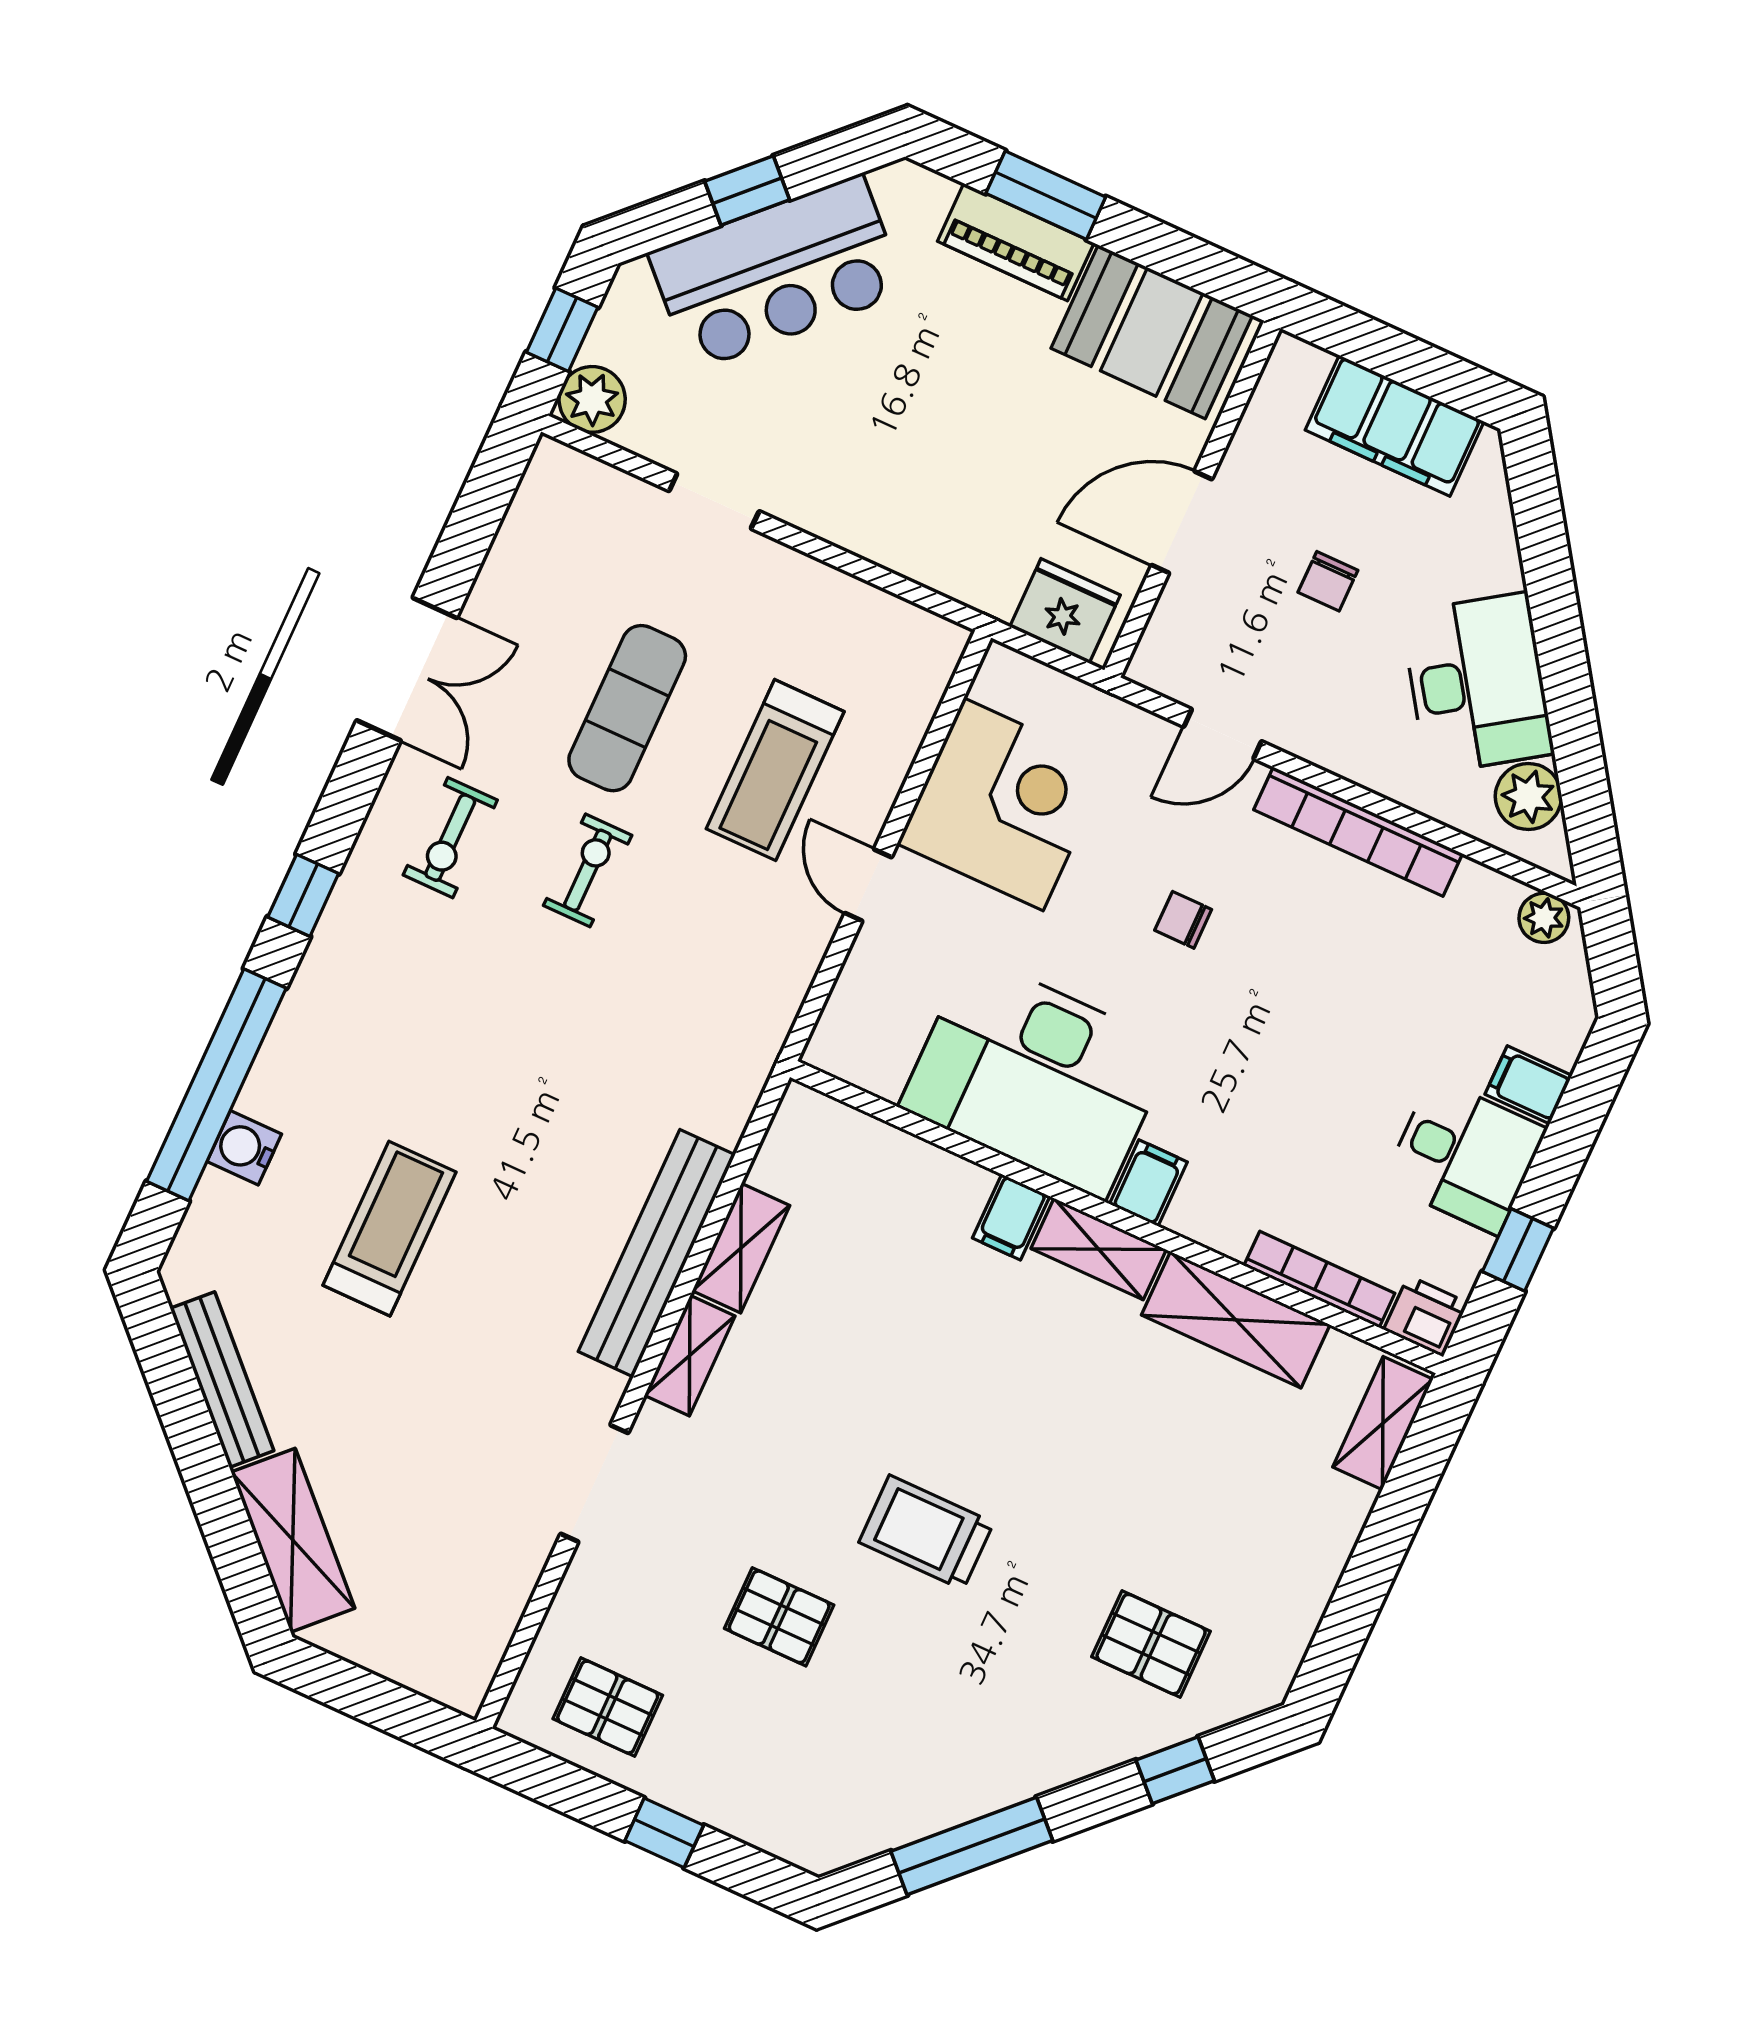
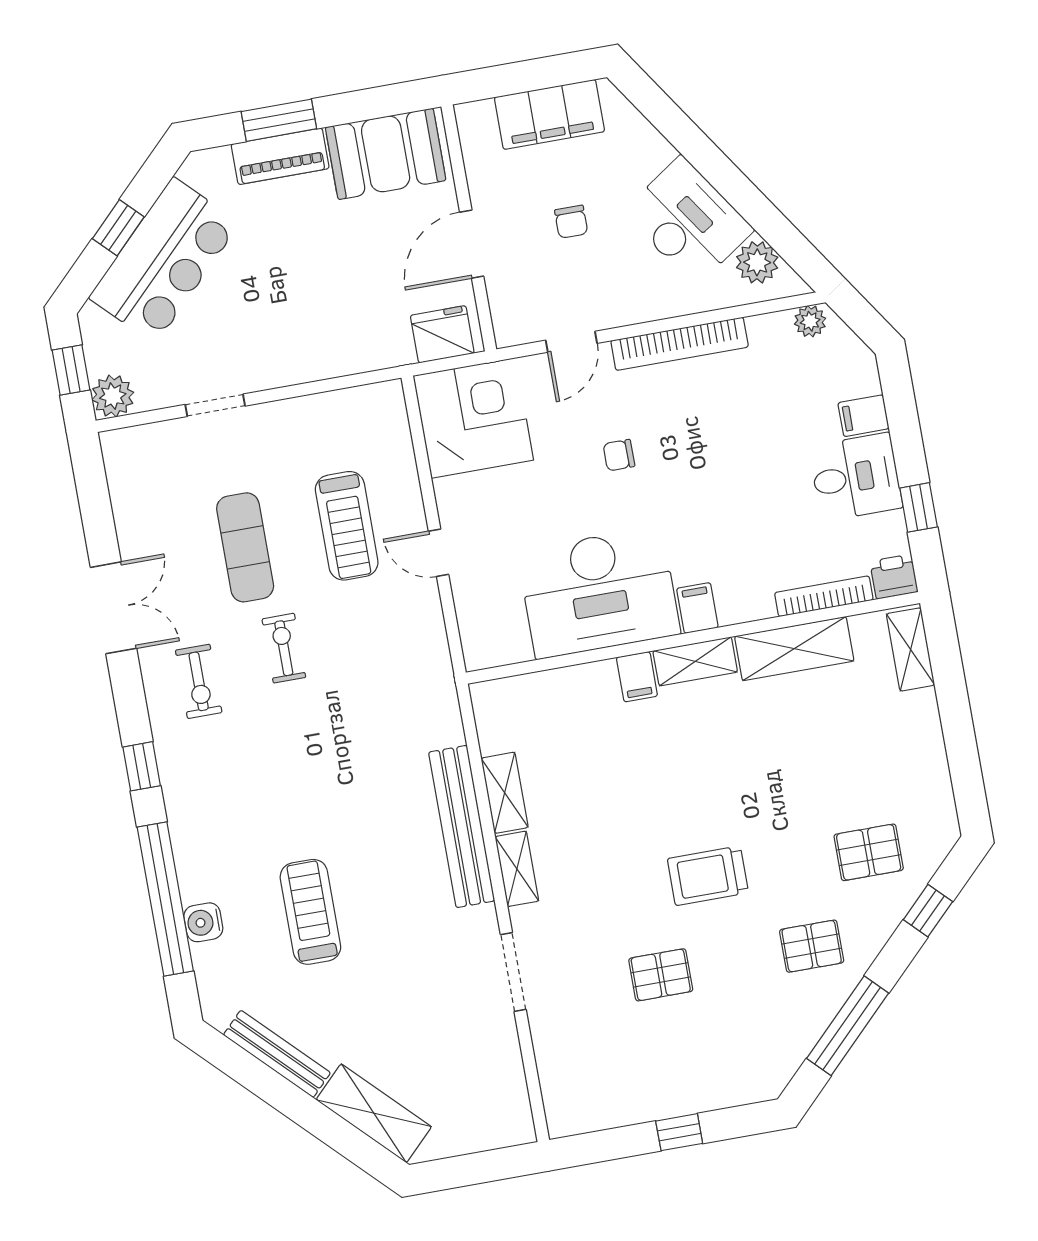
corner desk: (1003, 804) -> (473, 418), moved
pallet: (608, 1707) -> (812, 946), moved

